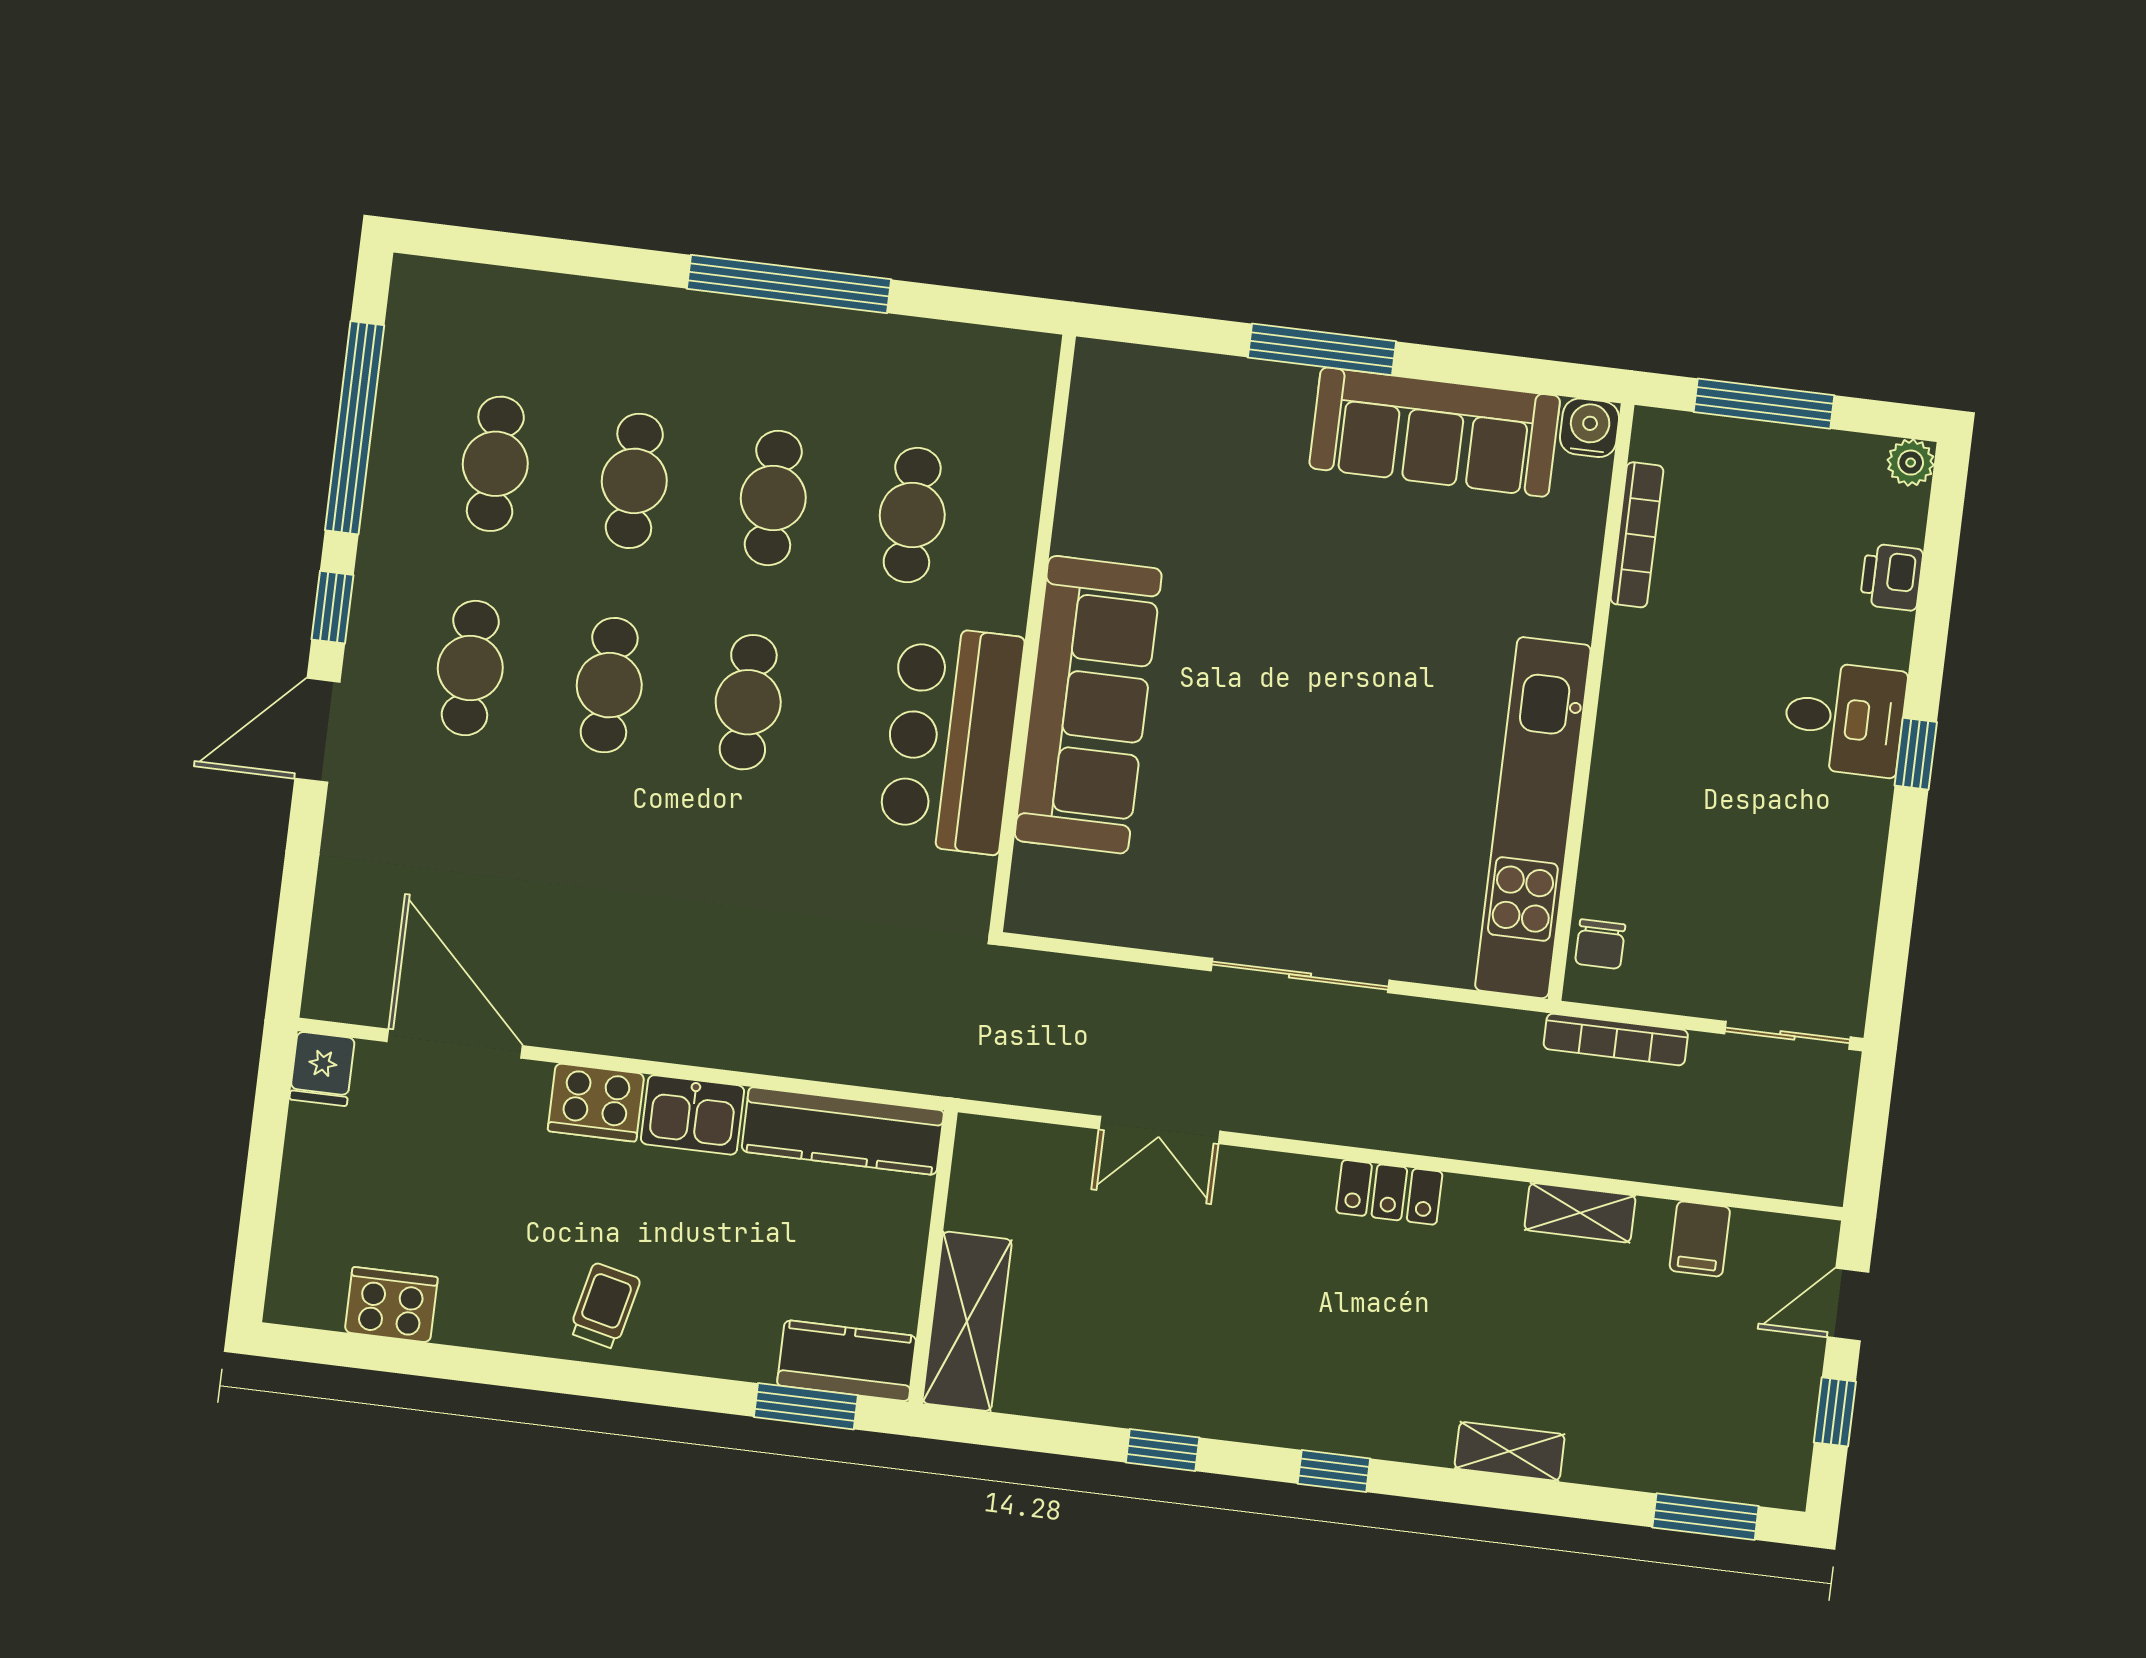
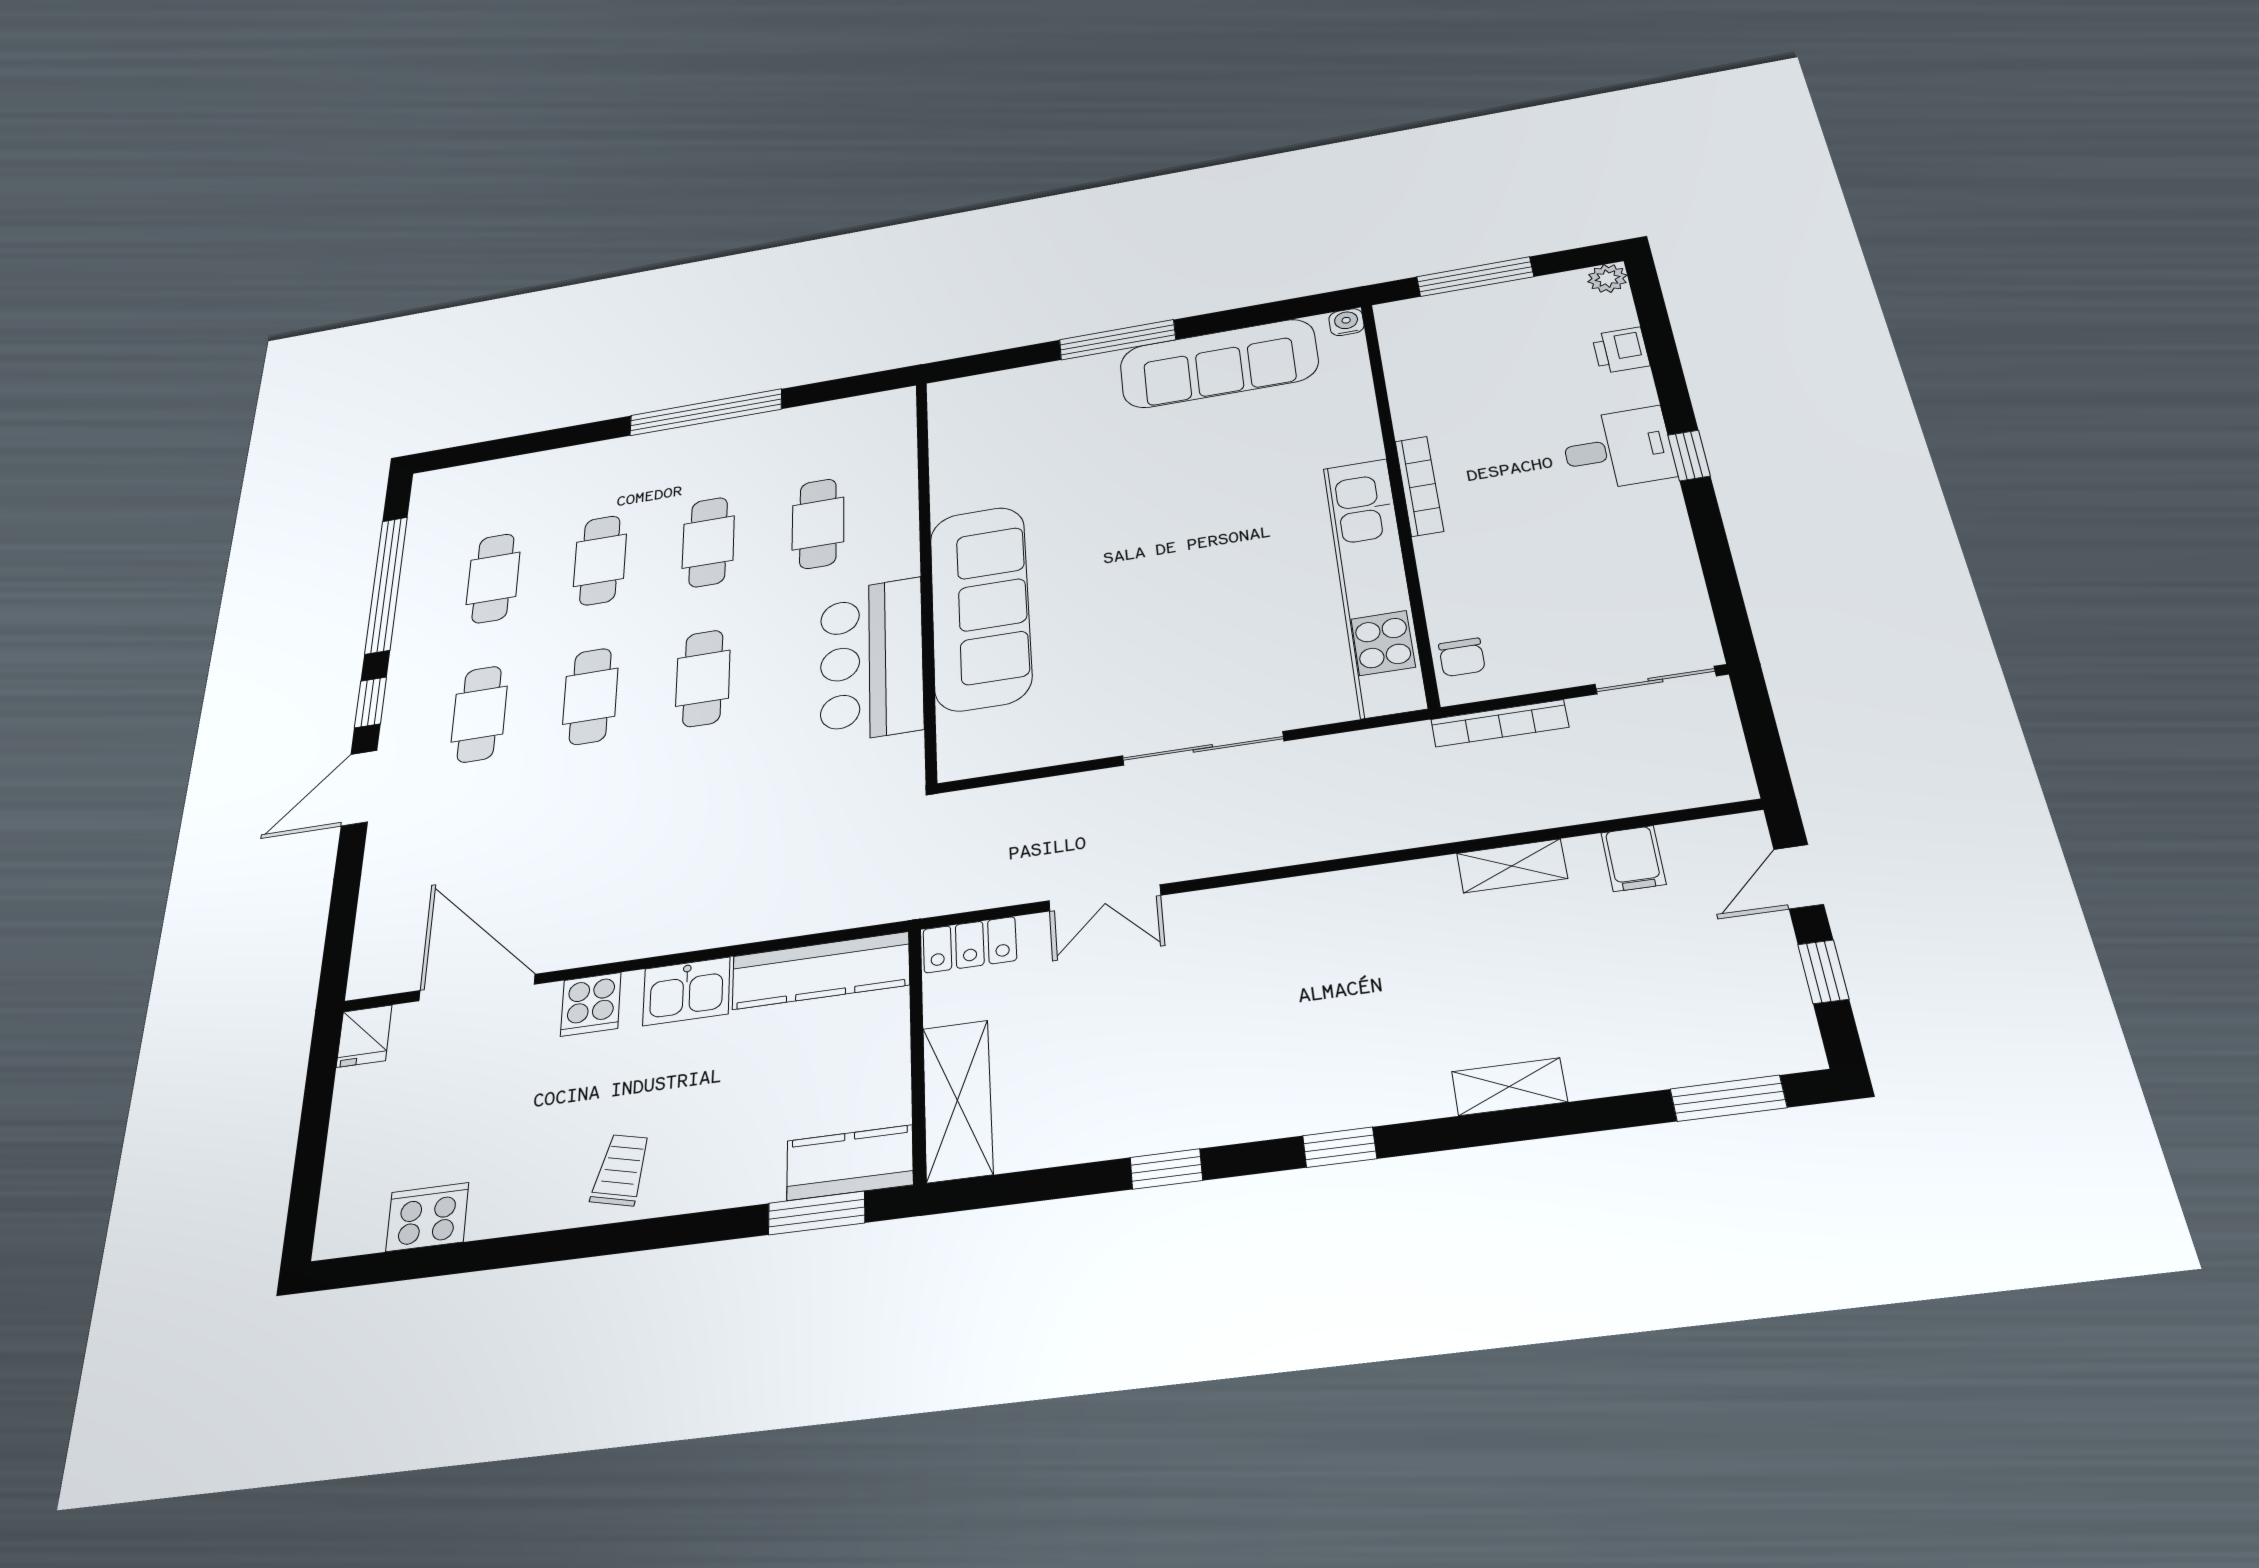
water cooler: (1590, 428) -> (1346, 322), width x0.72, depth x0.72
bookcase: (1637, 535) -> (1419, 486), moved
cooker: (596, 1102) -> (591, 1004), width x0.73
locker: (1389, 1192) -> (970, 945), moved

